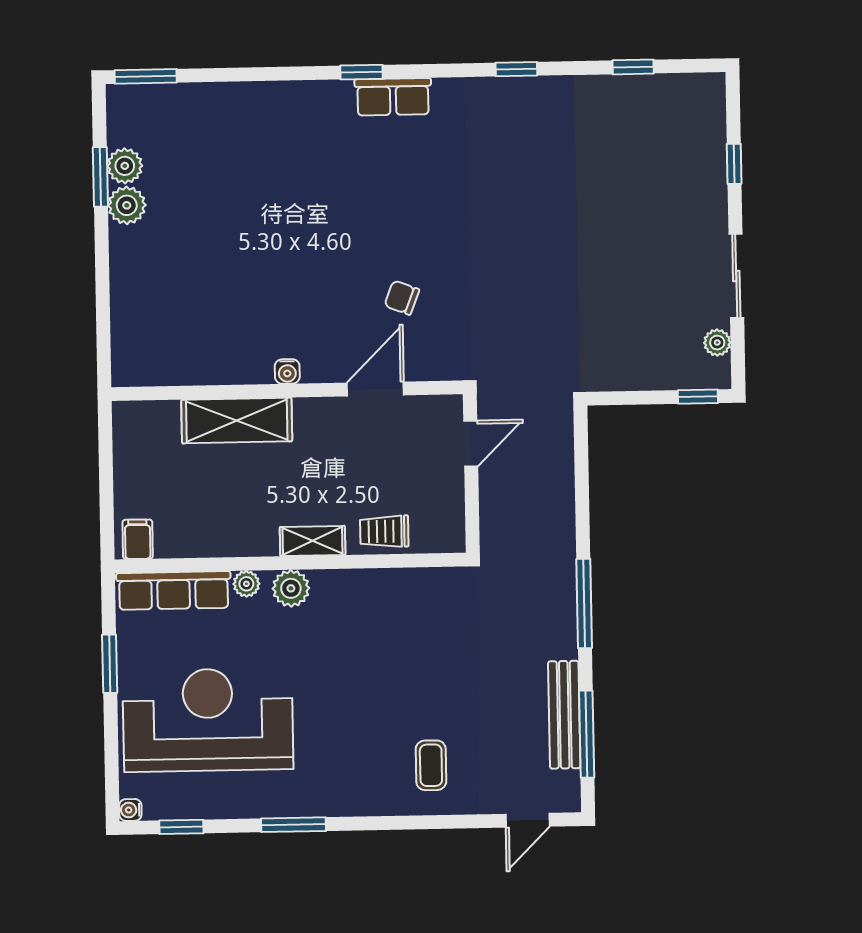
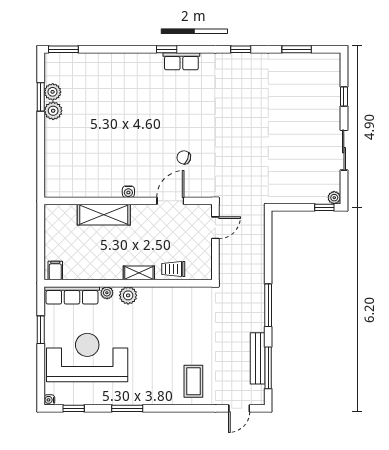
window: (633, 67) -> (297, 49), width x1.50
plant: (717, 343) -> (334, 198), moved
coffee table: (431, 765) -> (193, 381), width x1.36, depth x1.30

